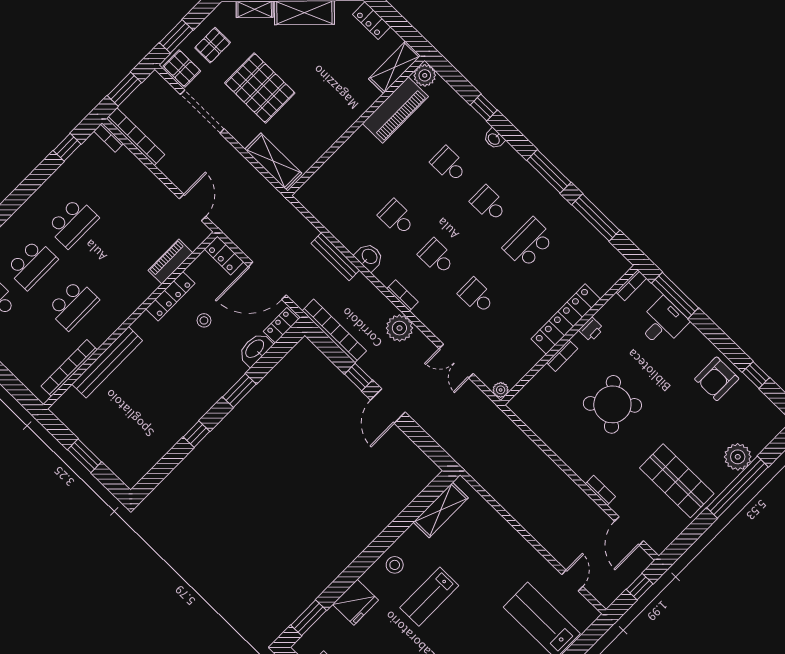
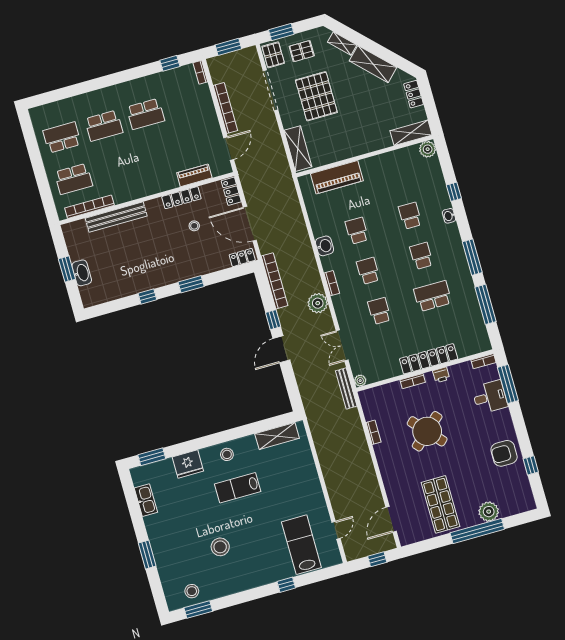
piano: (395, 110) -> (337, 177), moved
bookcase: (135, 137) -> (225, 108), moved
bench: (335, 257) -> (346, 388), moved
school desk: (73, 305) -> (74, 179), moved
washbasin: (255, 349) -> (82, 273), moved, turned 90
bookcase: (600, 490) -> (374, 432), moved

